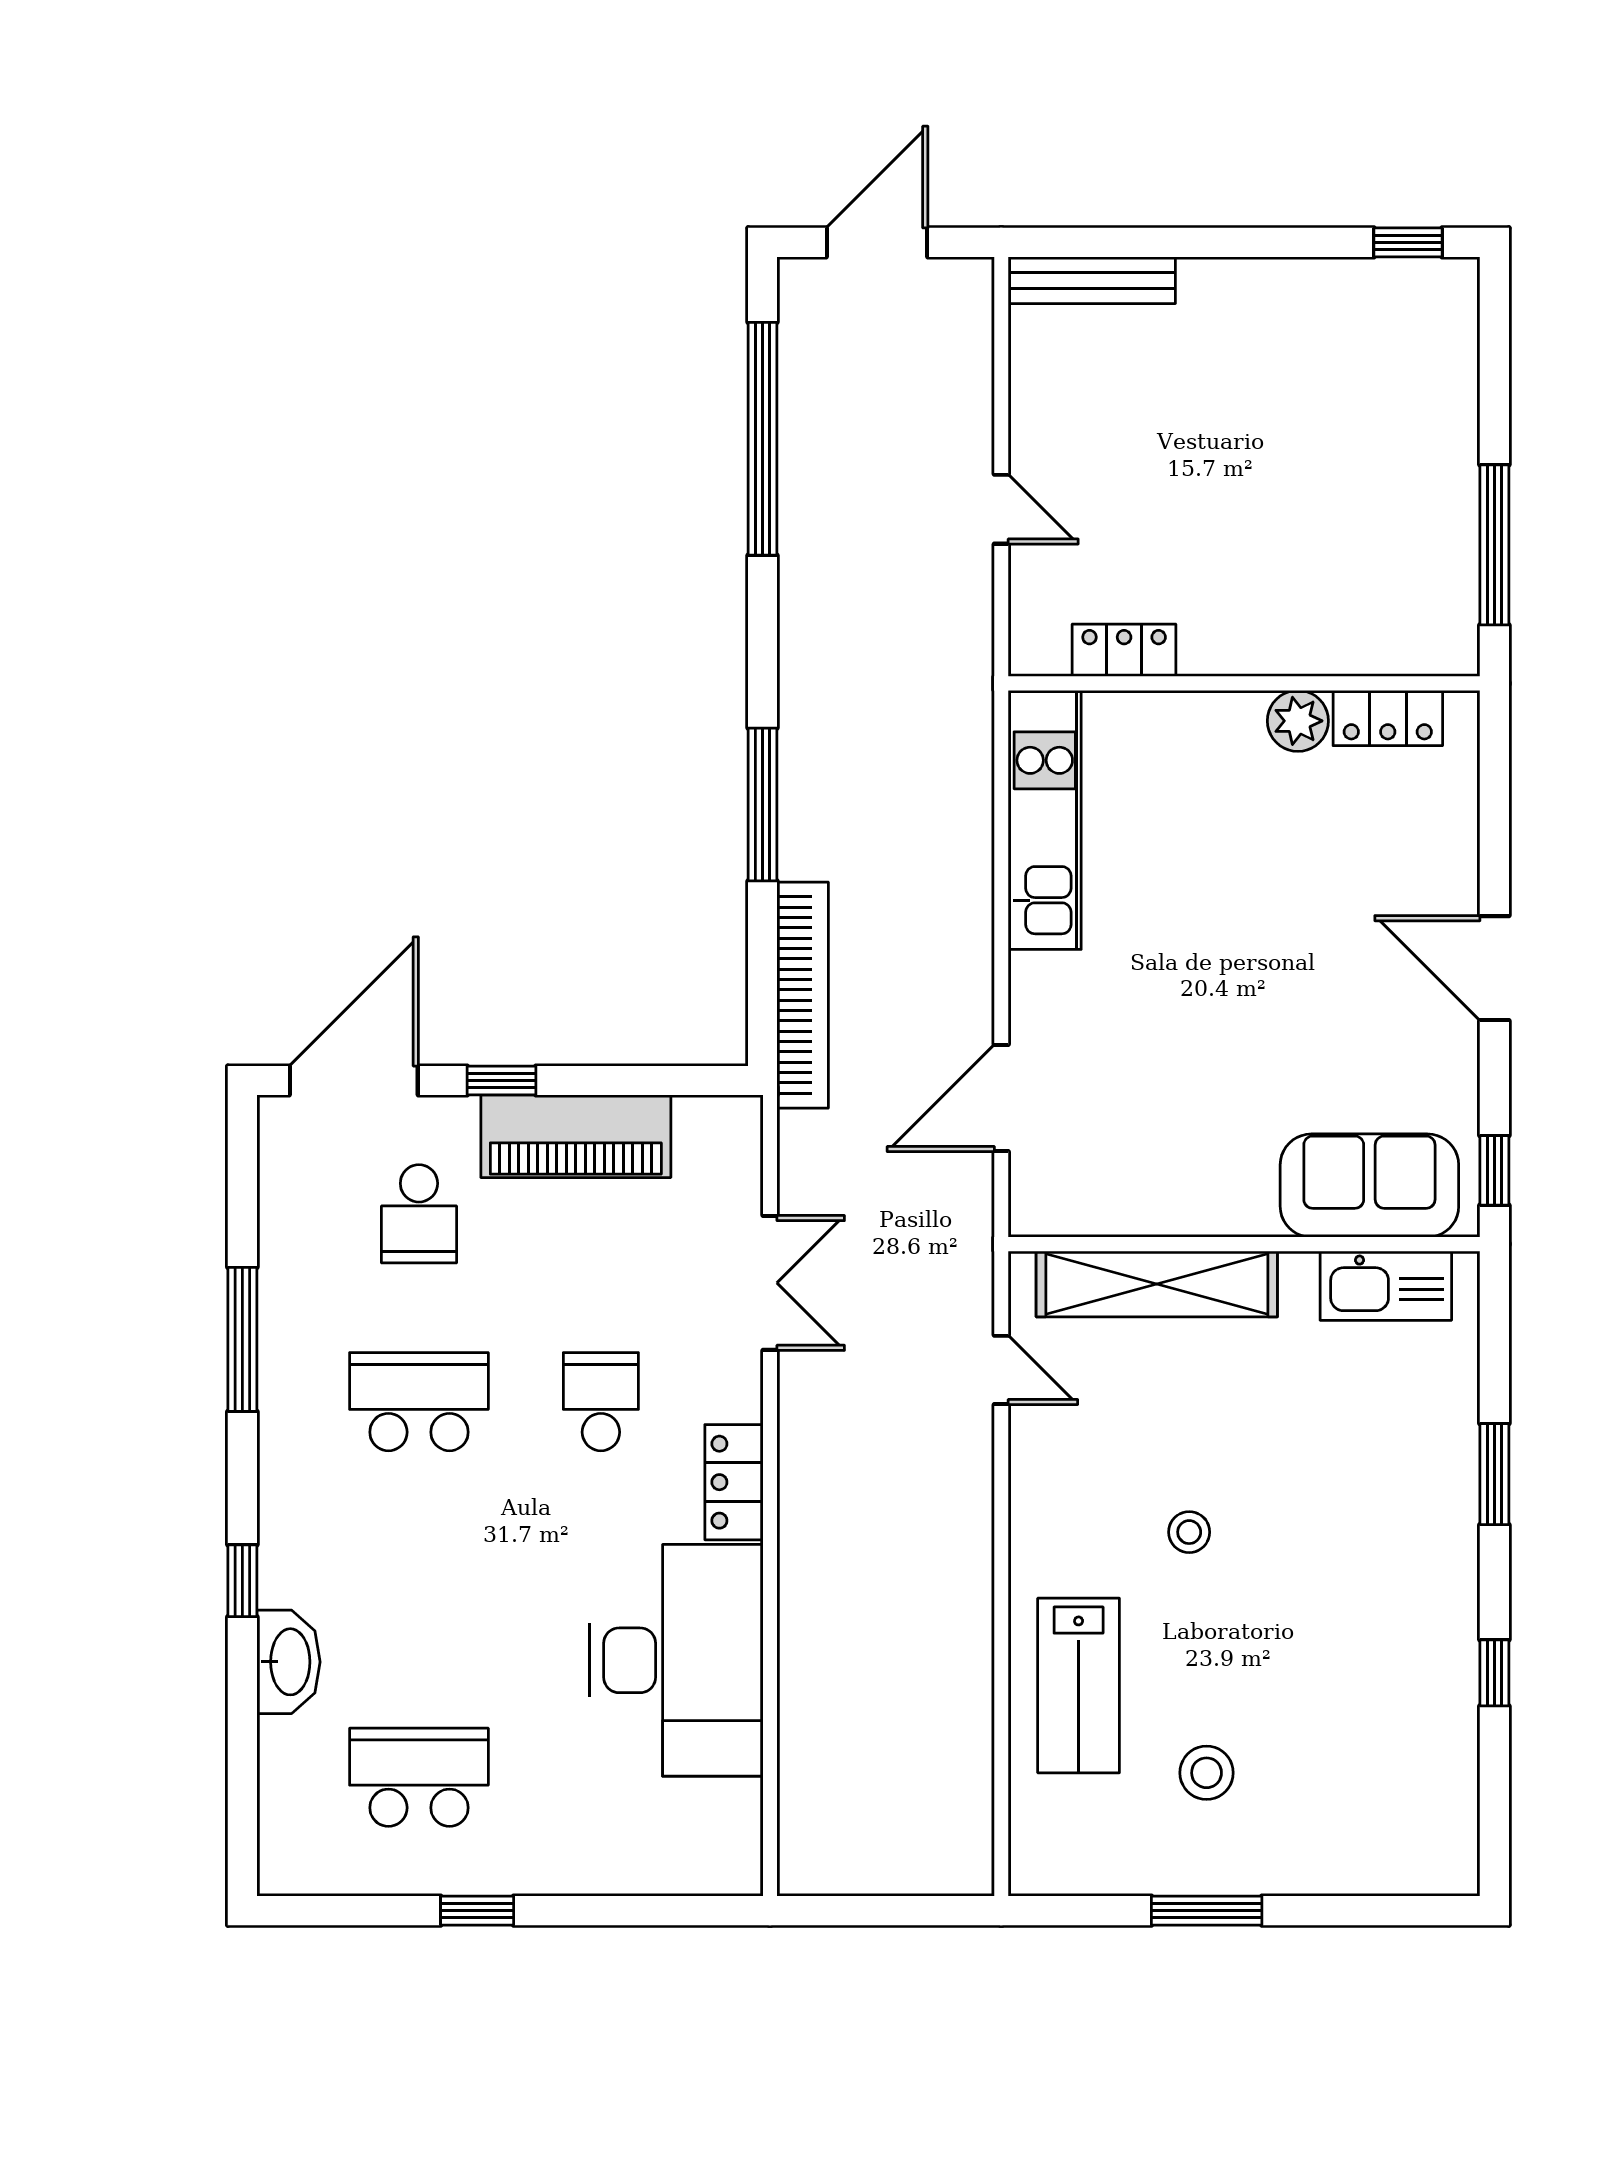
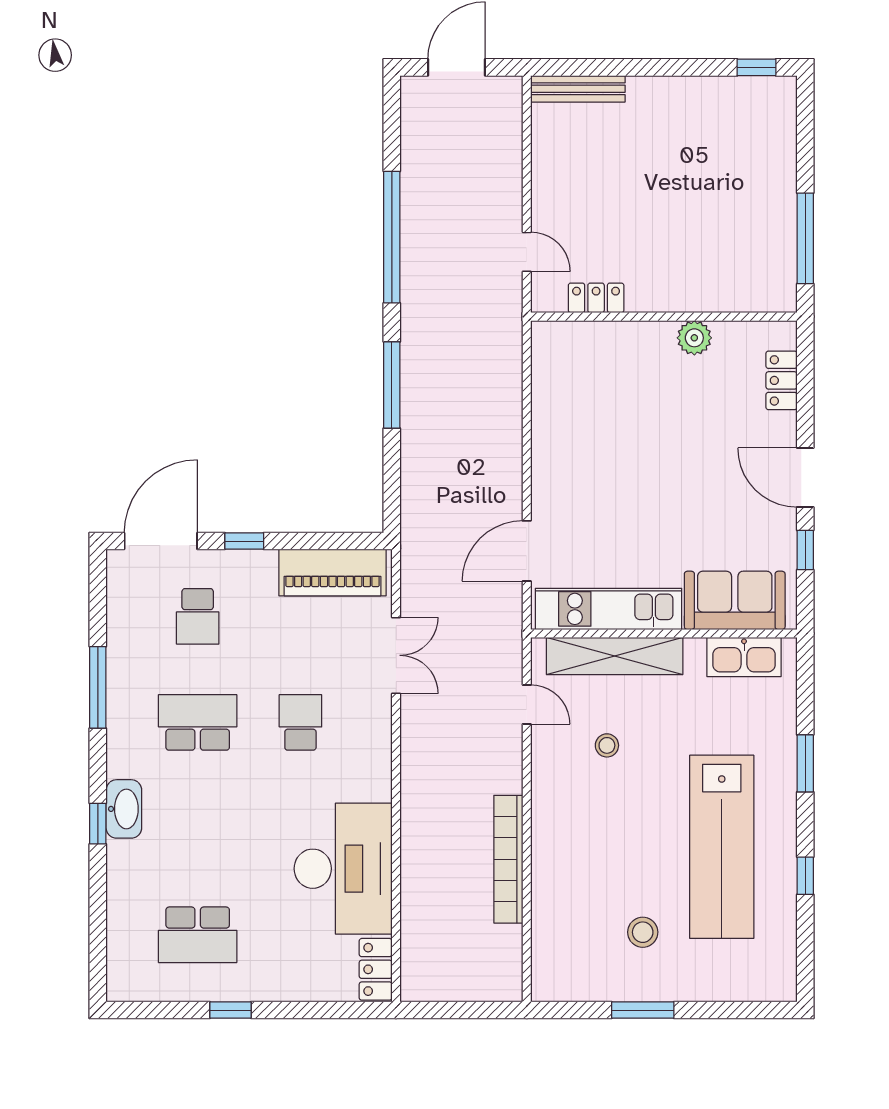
window: (763, 439) -> (392, 237), moved
door: (1001, 509) -> (527, 252), moved
locker: (1388, 718) -> (782, 380), moved, turned 90
kitchen unit: (1045, 820) -> (609, 609), moved, turned -90
bookcase: (803, 995) -> (508, 859), moved, turned 180
piano: (576, 1136) -> (332, 573), moved
window: (1494, 1170) -> (805, 550), moved
locker: (734, 1482) -> (376, 969), moved
stool: (1189, 1532) -> (607, 745), moved
washbasin: (288, 1662) -> (124, 809), moved
lab bench: (1079, 1686) -> (722, 847), moved, width x1.86, depth x1.39
school desk: (419, 1777) -> (198, 935), turned 180

